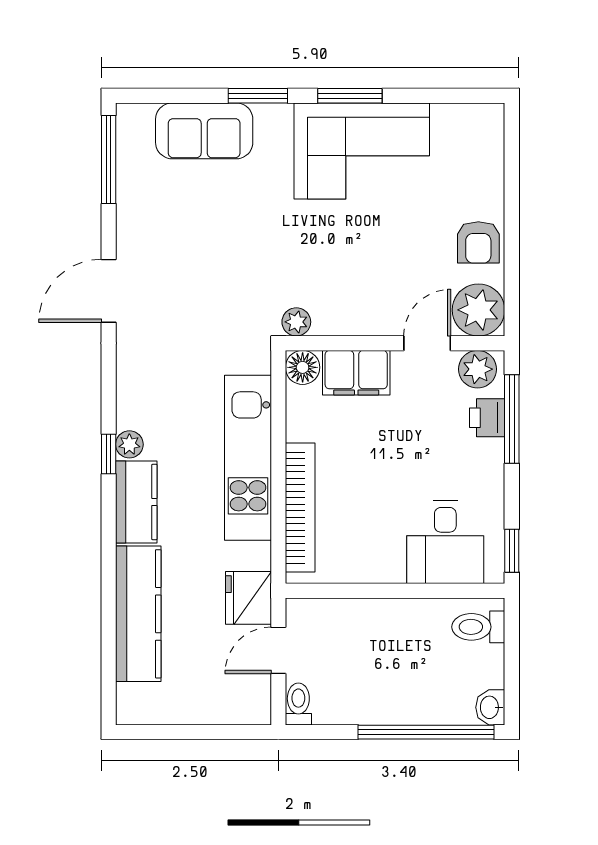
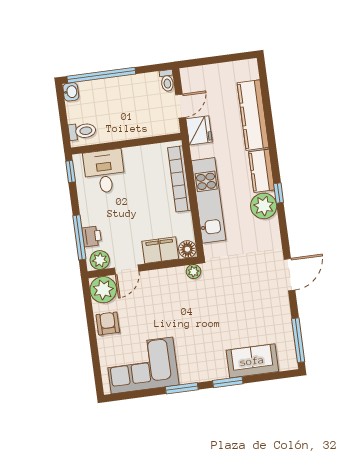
corner sofa: (362, 151) -> (142, 365), moved
plant: (129, 444) -> (264, 206), width x1.87, depth x1.87

